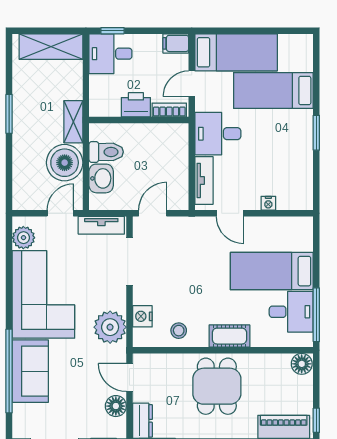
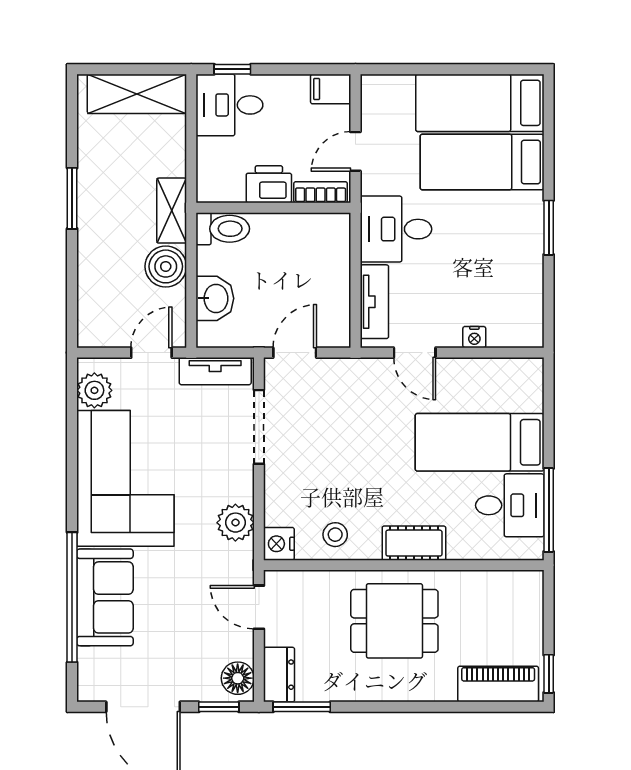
bed: (236, 52) -> (480, 103), moved, turned 180
toilet: (106, 152) -> (223, 229), moved
boiler: (65, 163) -> (166, 266), width x0.73, depth x0.73
nightstand: (142, 316) -> (279, 544), moved
plant: (110, 327) -> (235, 523), width x0.73, depth x0.73
floor lamp: (302, 364) -> (526, 586), removed
dining table: (217, 386) -> (394, 621), turned 90
floor lamp: (116, 406) -> (238, 678), moved

